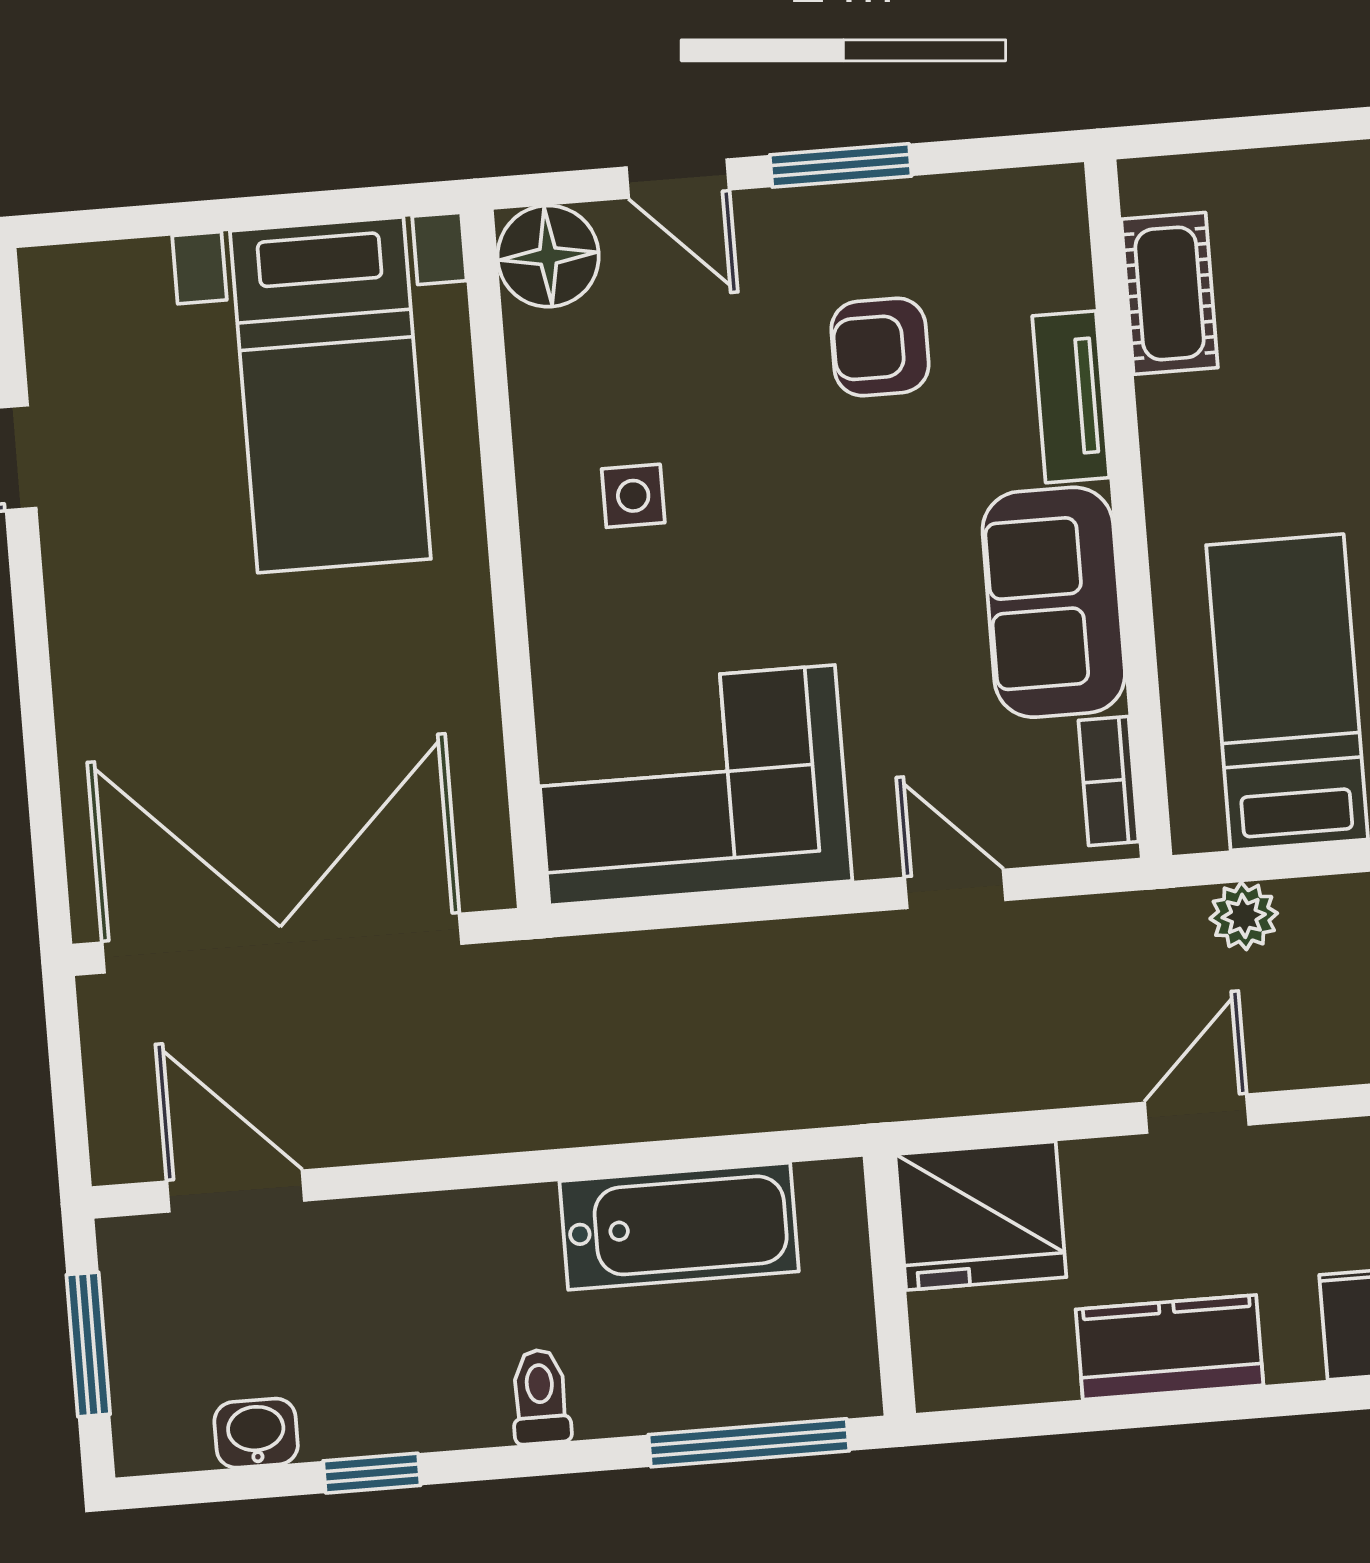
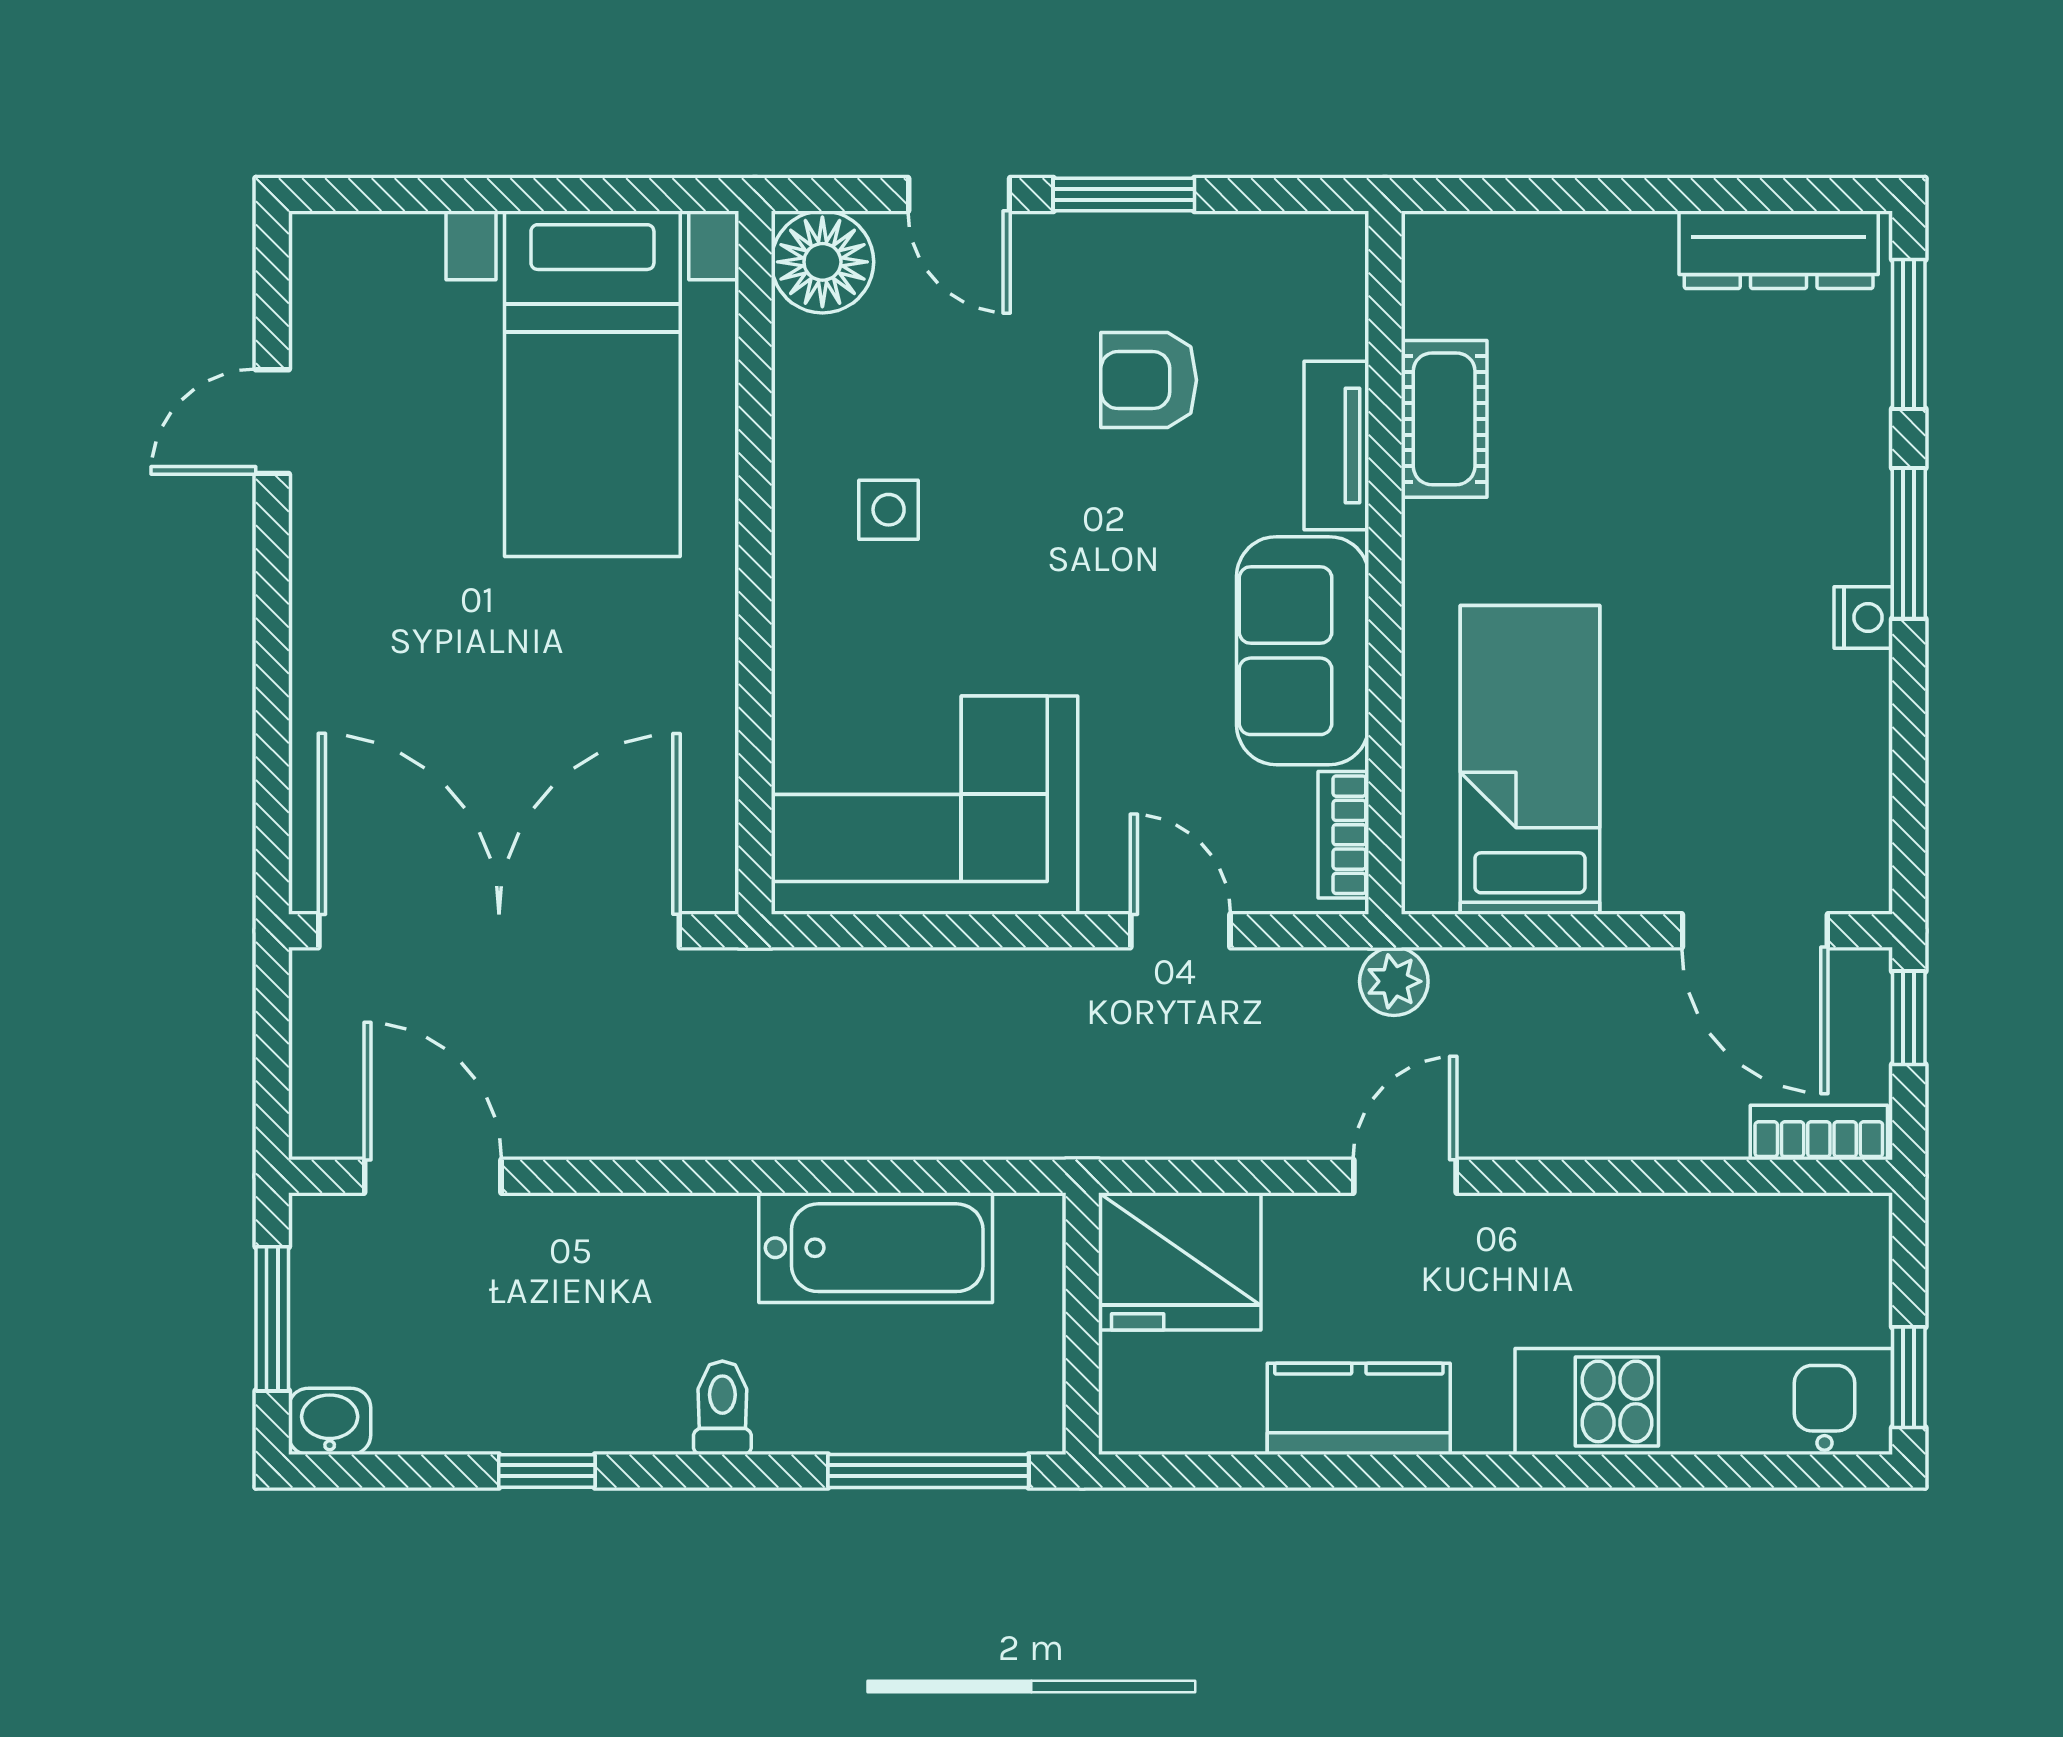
cot: (1170, 293) -> (1444, 419), moved
plant: (1244, 916) -> (1394, 981), moved
washbasin: (256, 1433) -> (330, 1421), moved

